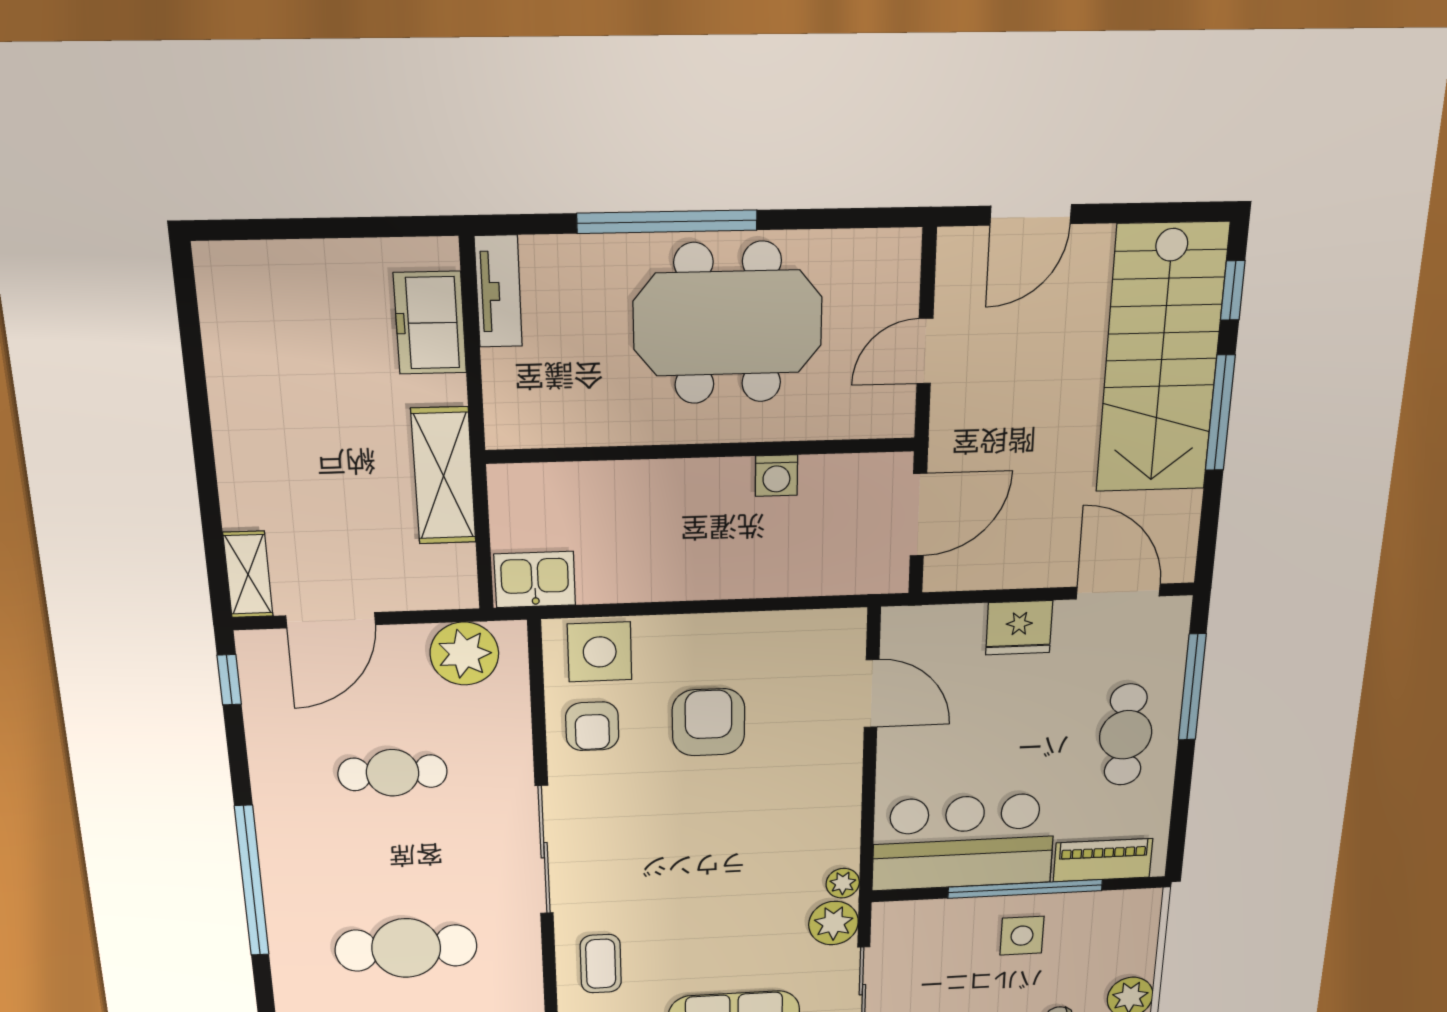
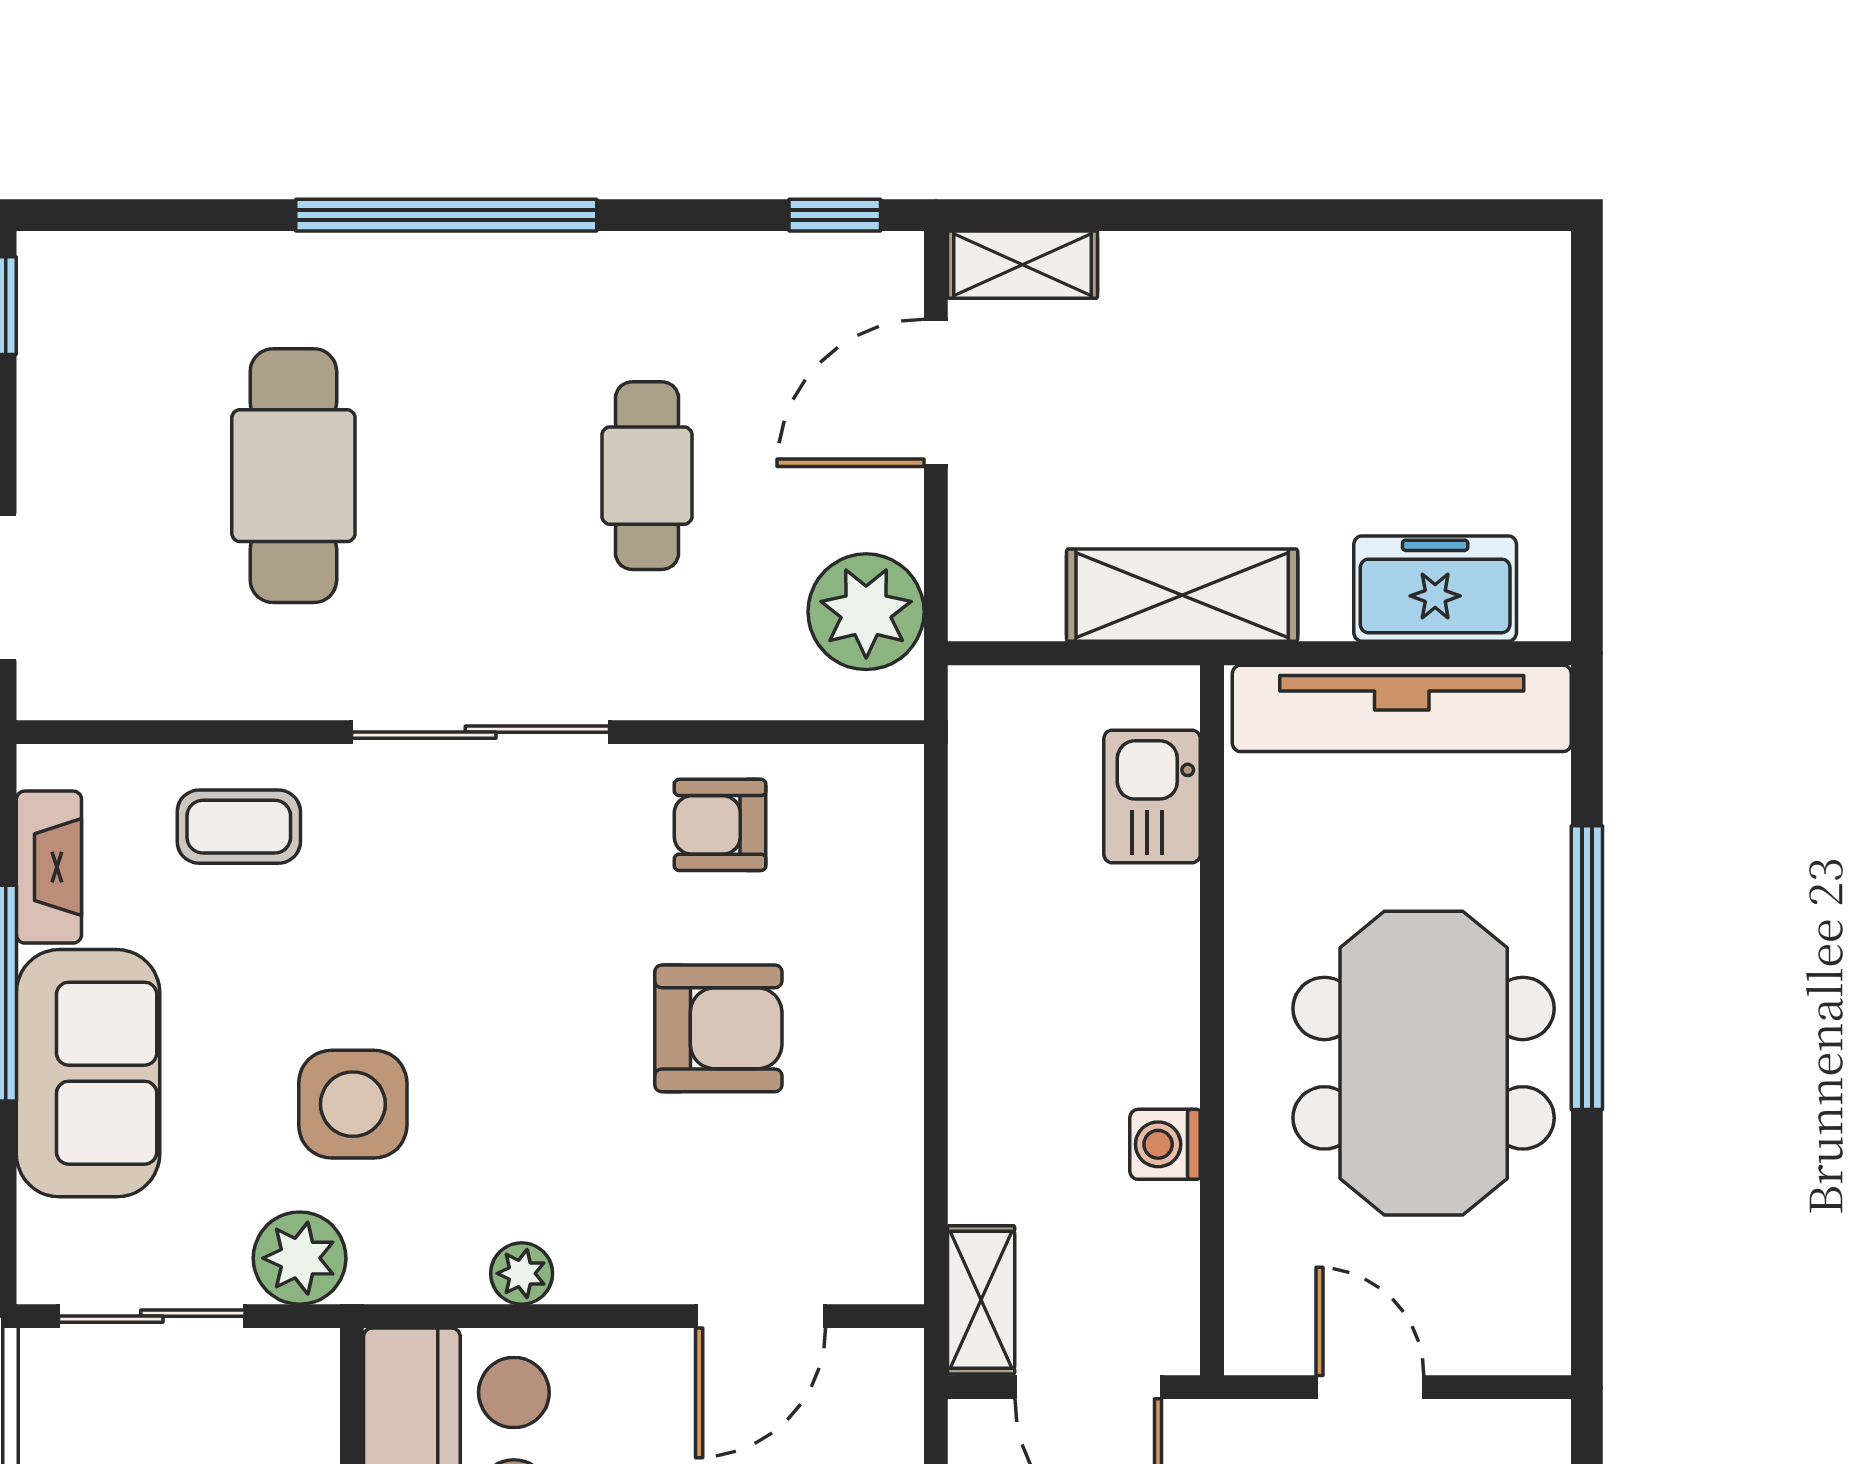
tv unit: (498, 291) -> (1402, 708), width x1.92, depth x1.29
shelving: (866, 576) -> (981, 1300), added
kitchen sink: (535, 580) -> (1152, 796), moved, turned 180
door: (331, 620) -> (936, 393), hinge flipped
side table: (600, 652) -> (353, 1104), moved
plant: (843, 883) -> (522, 1273), moved

